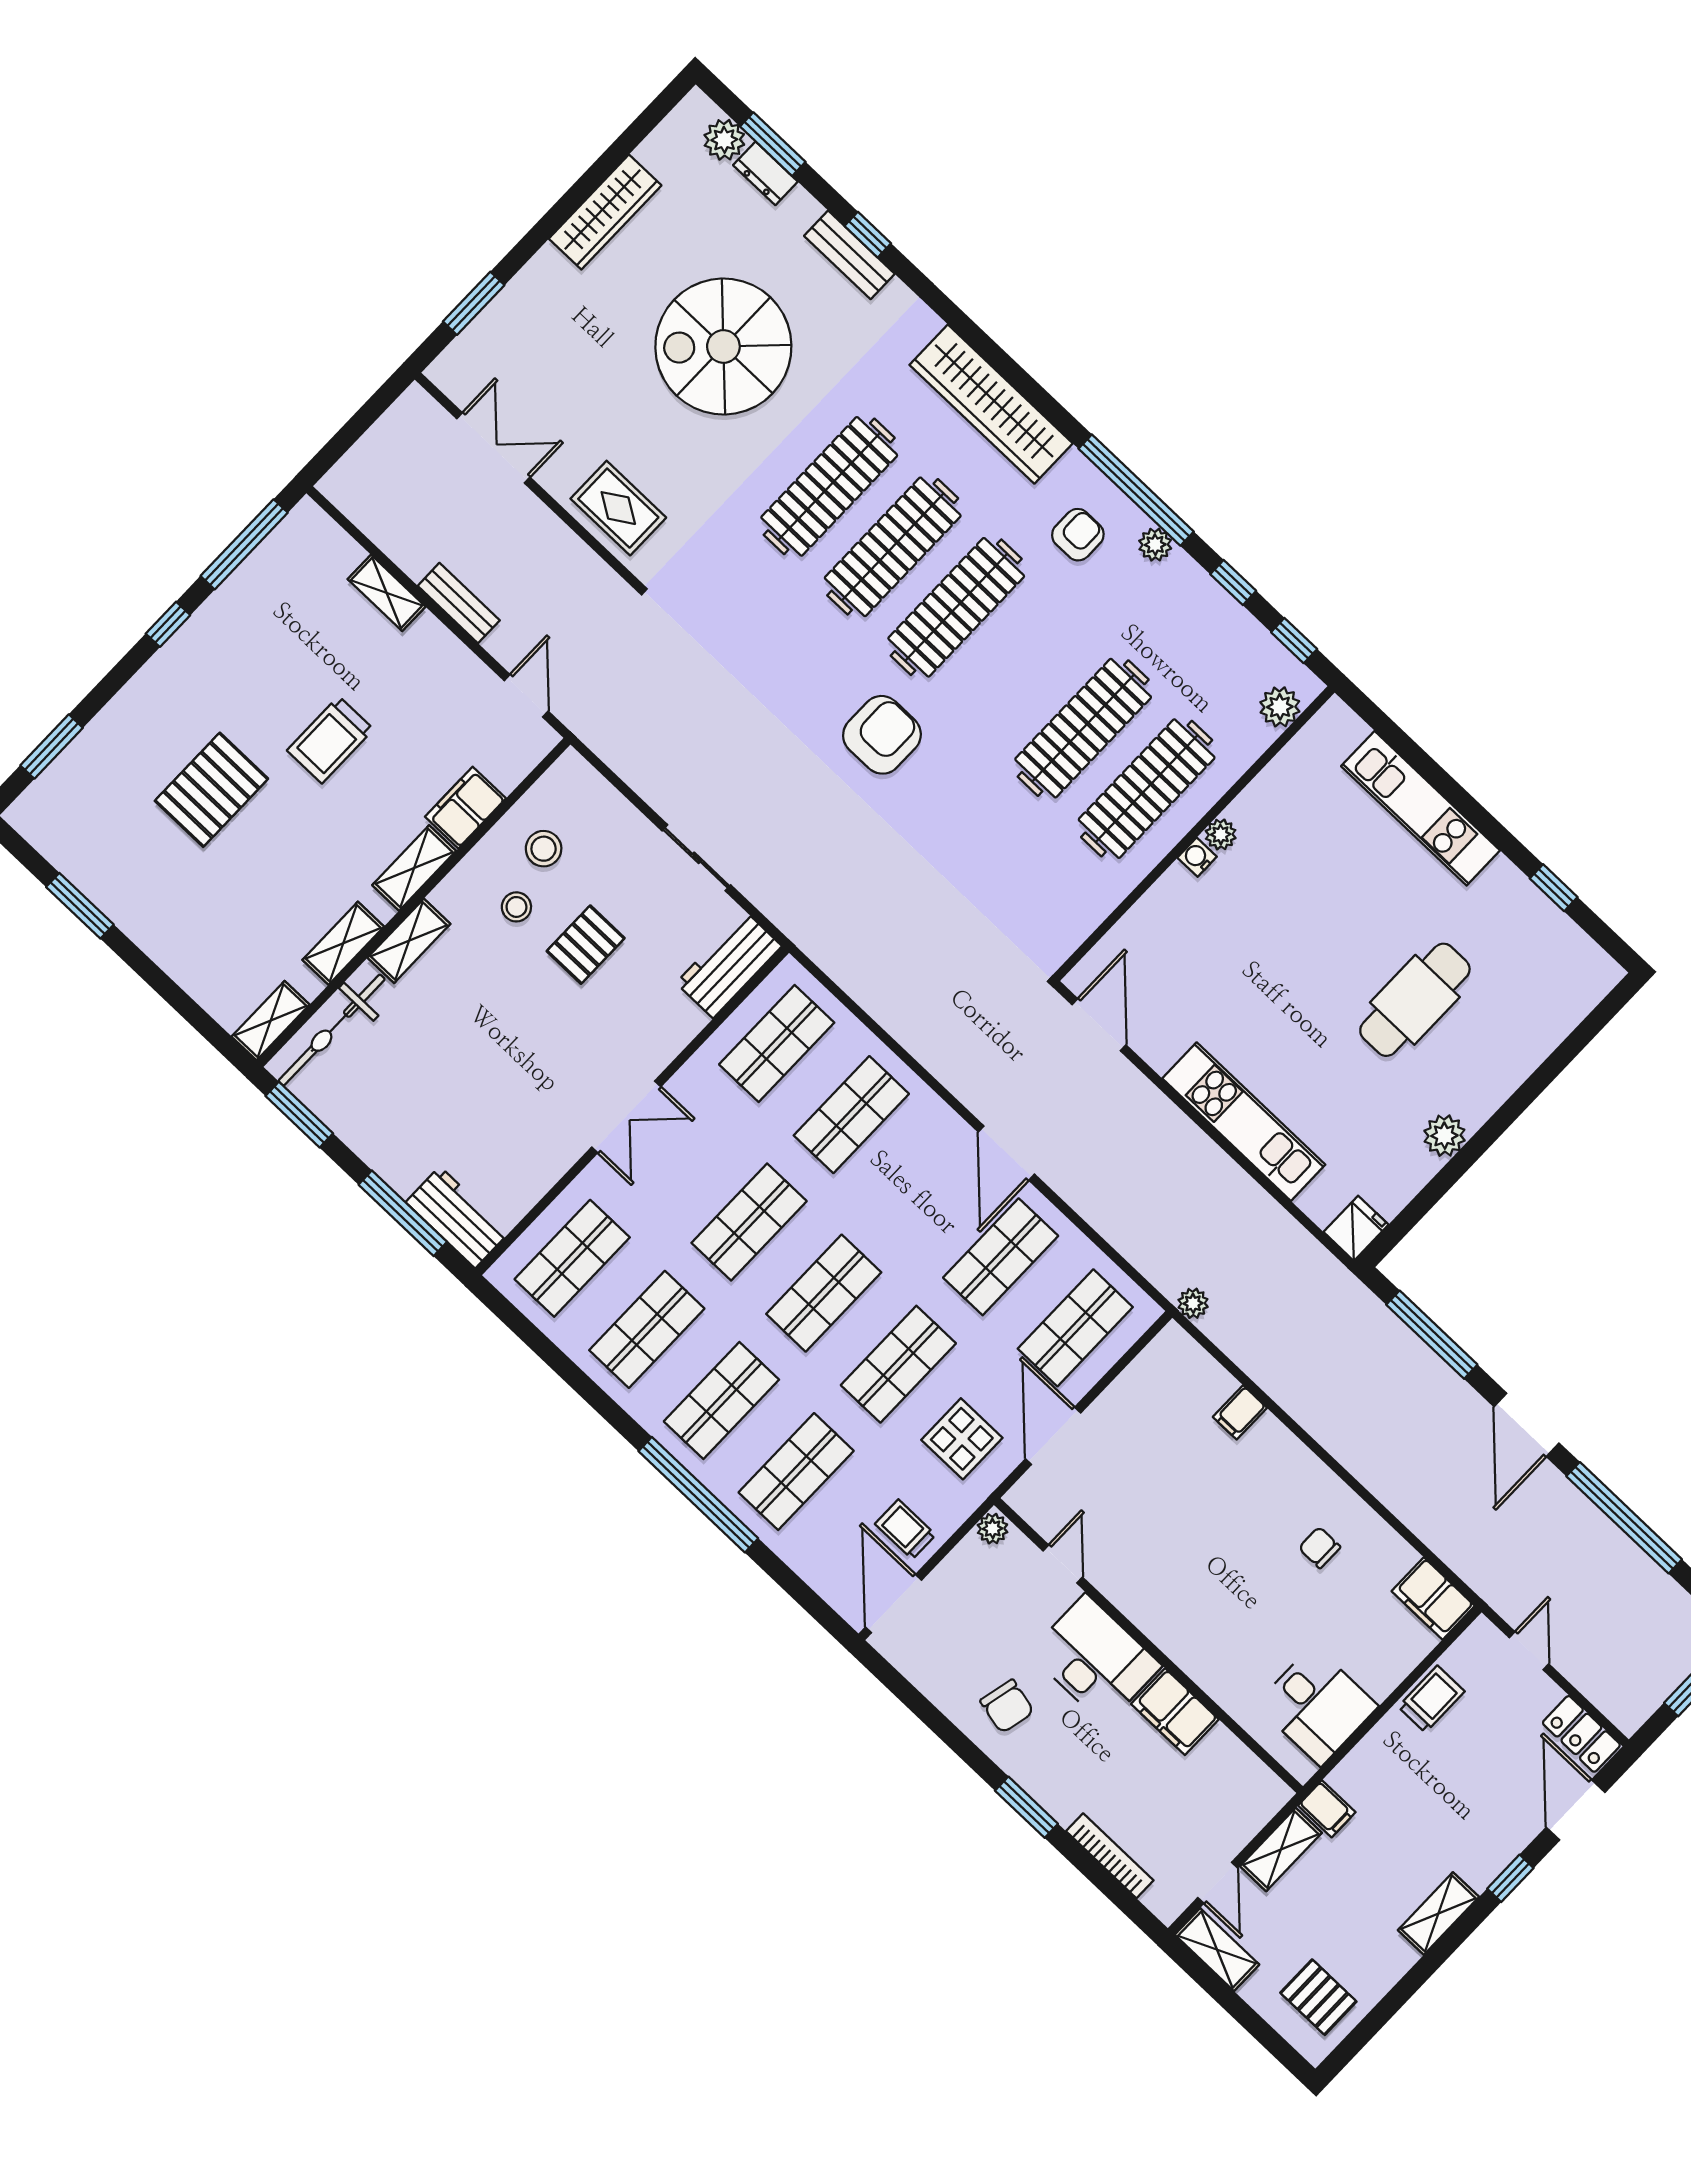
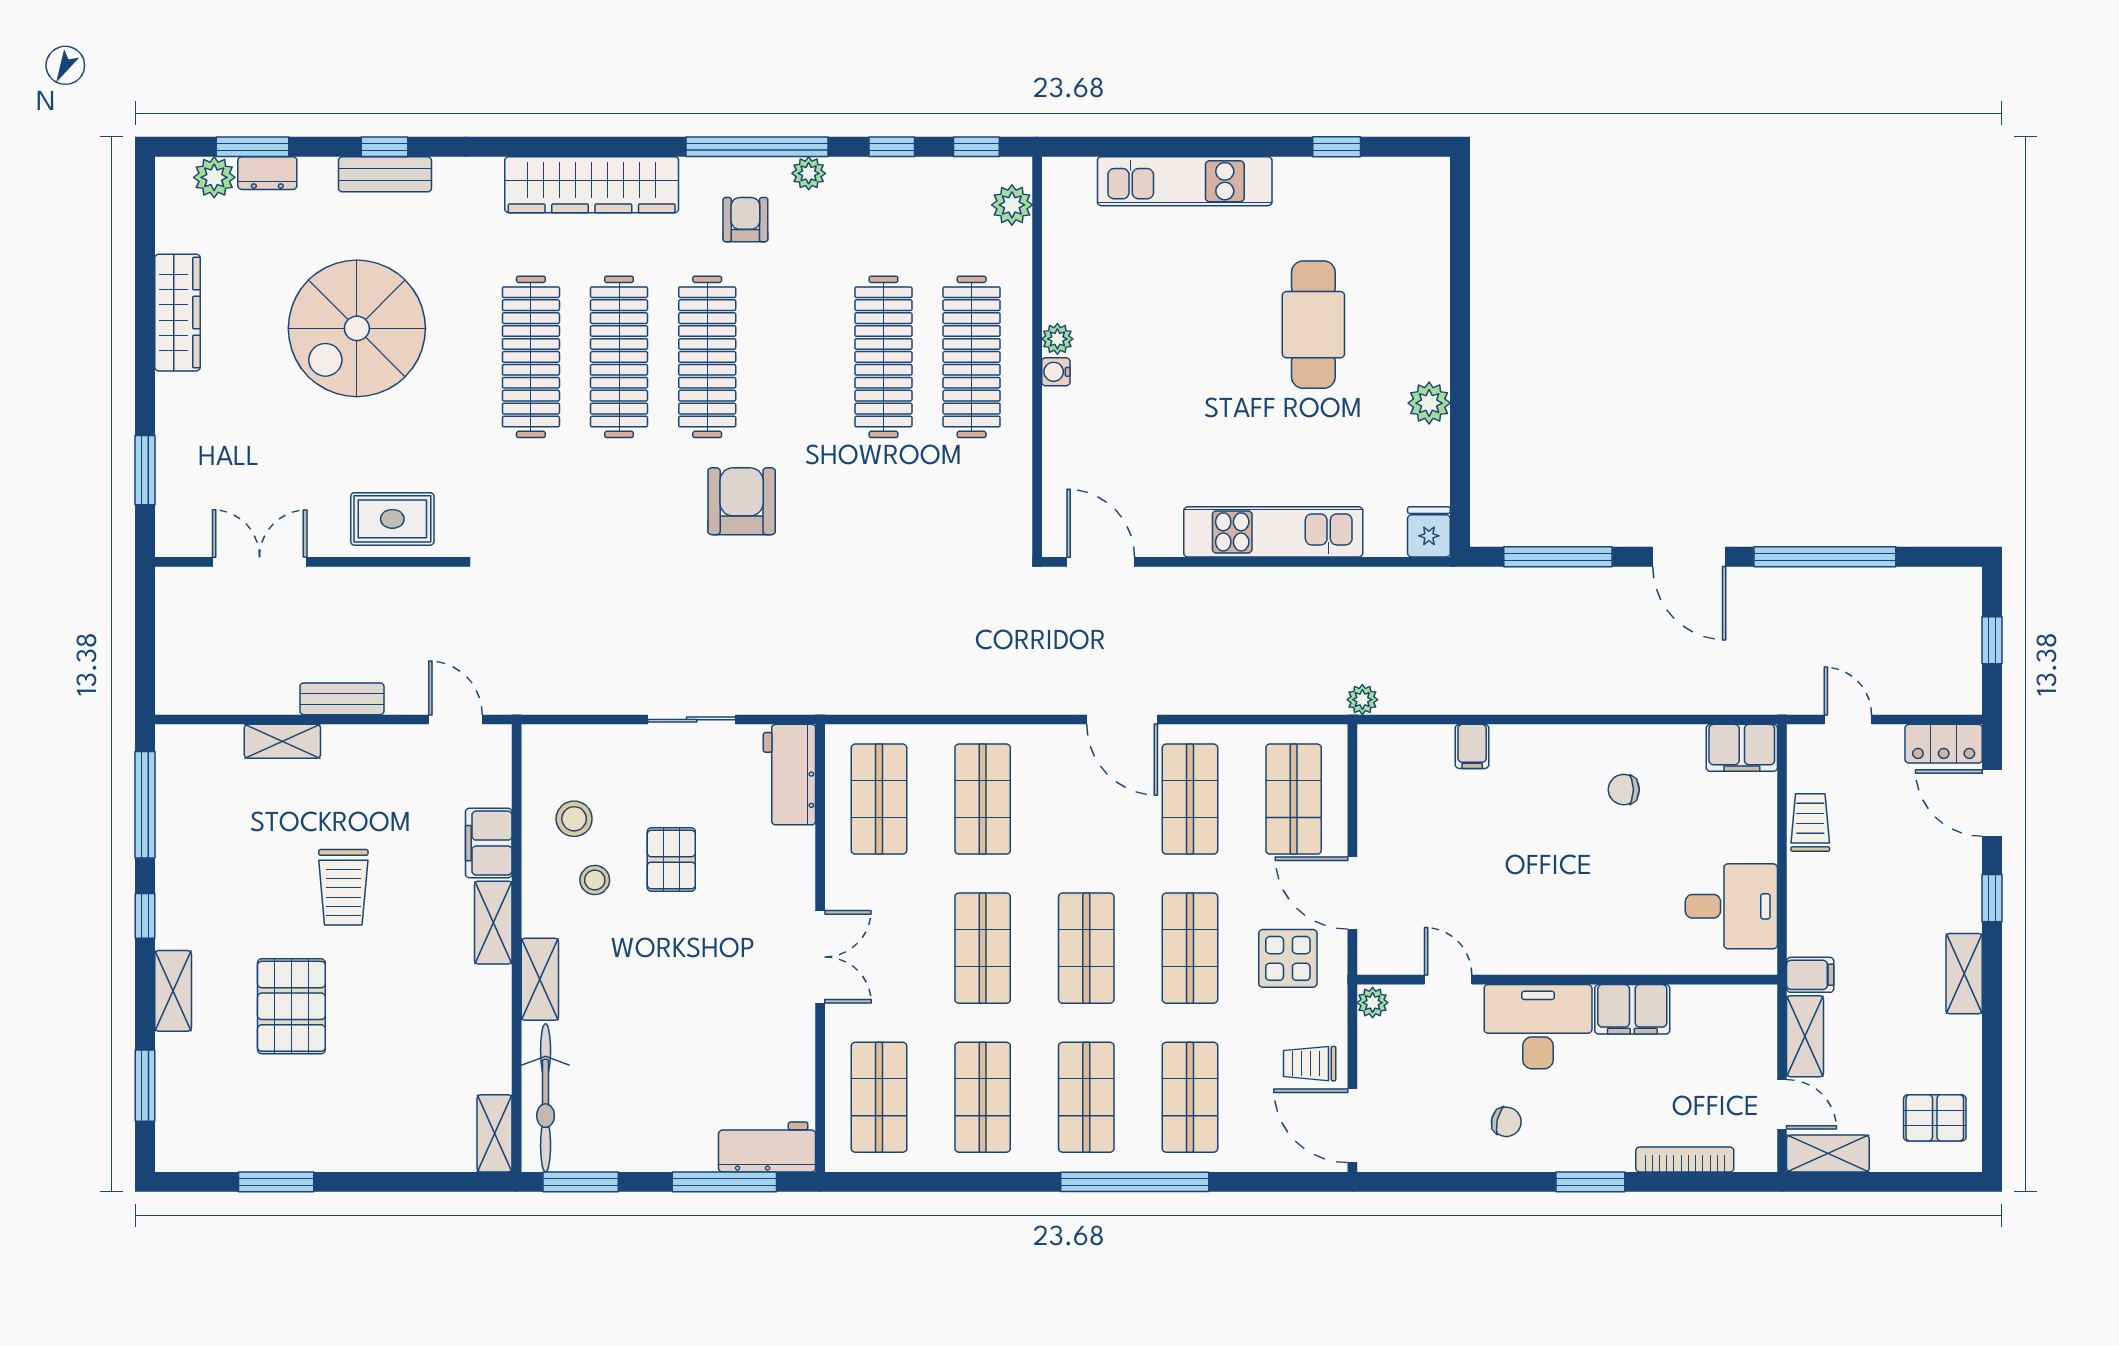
shelving: (343, 943) -> (173, 991), moved
chair: (1007, 1706) -> (1506, 1122), width x0.73, depth x0.73

